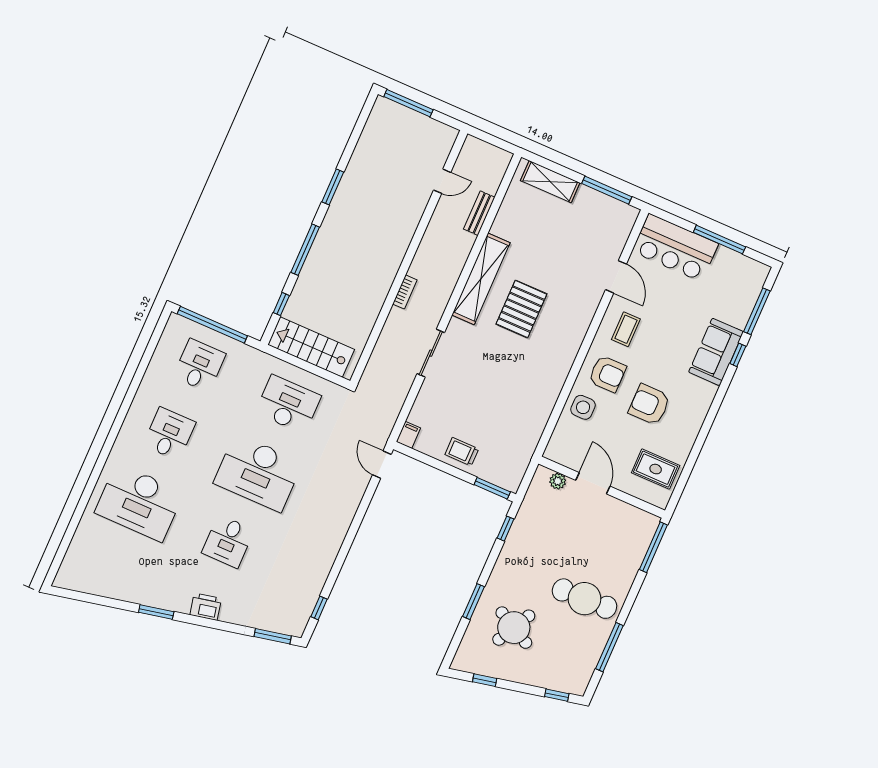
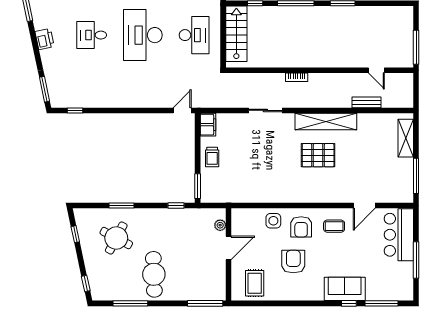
window: (408, 103) -> (416, 47), moved
filing cabinet: (408, 435) -> (208, 125), width x2.00
trolley: (462, 452) -> (212, 157), turned 180

